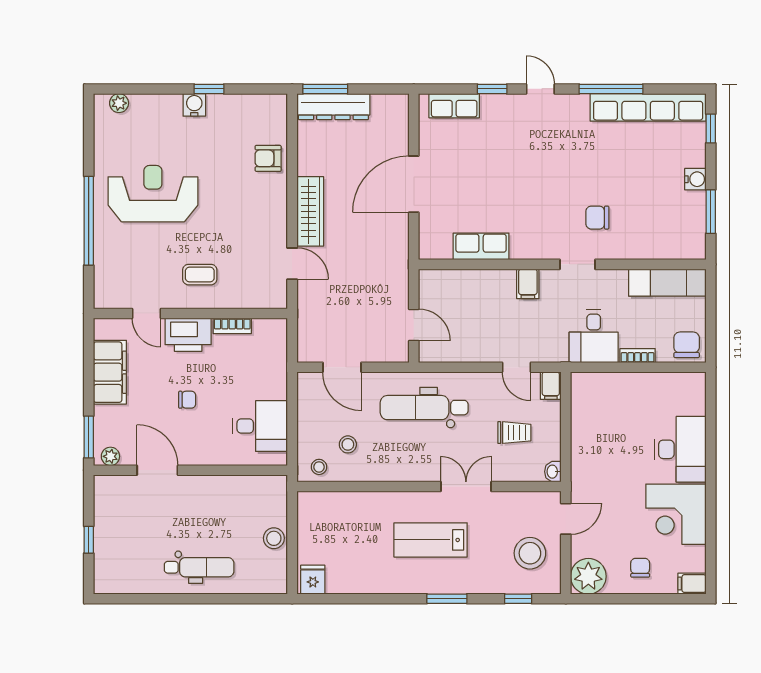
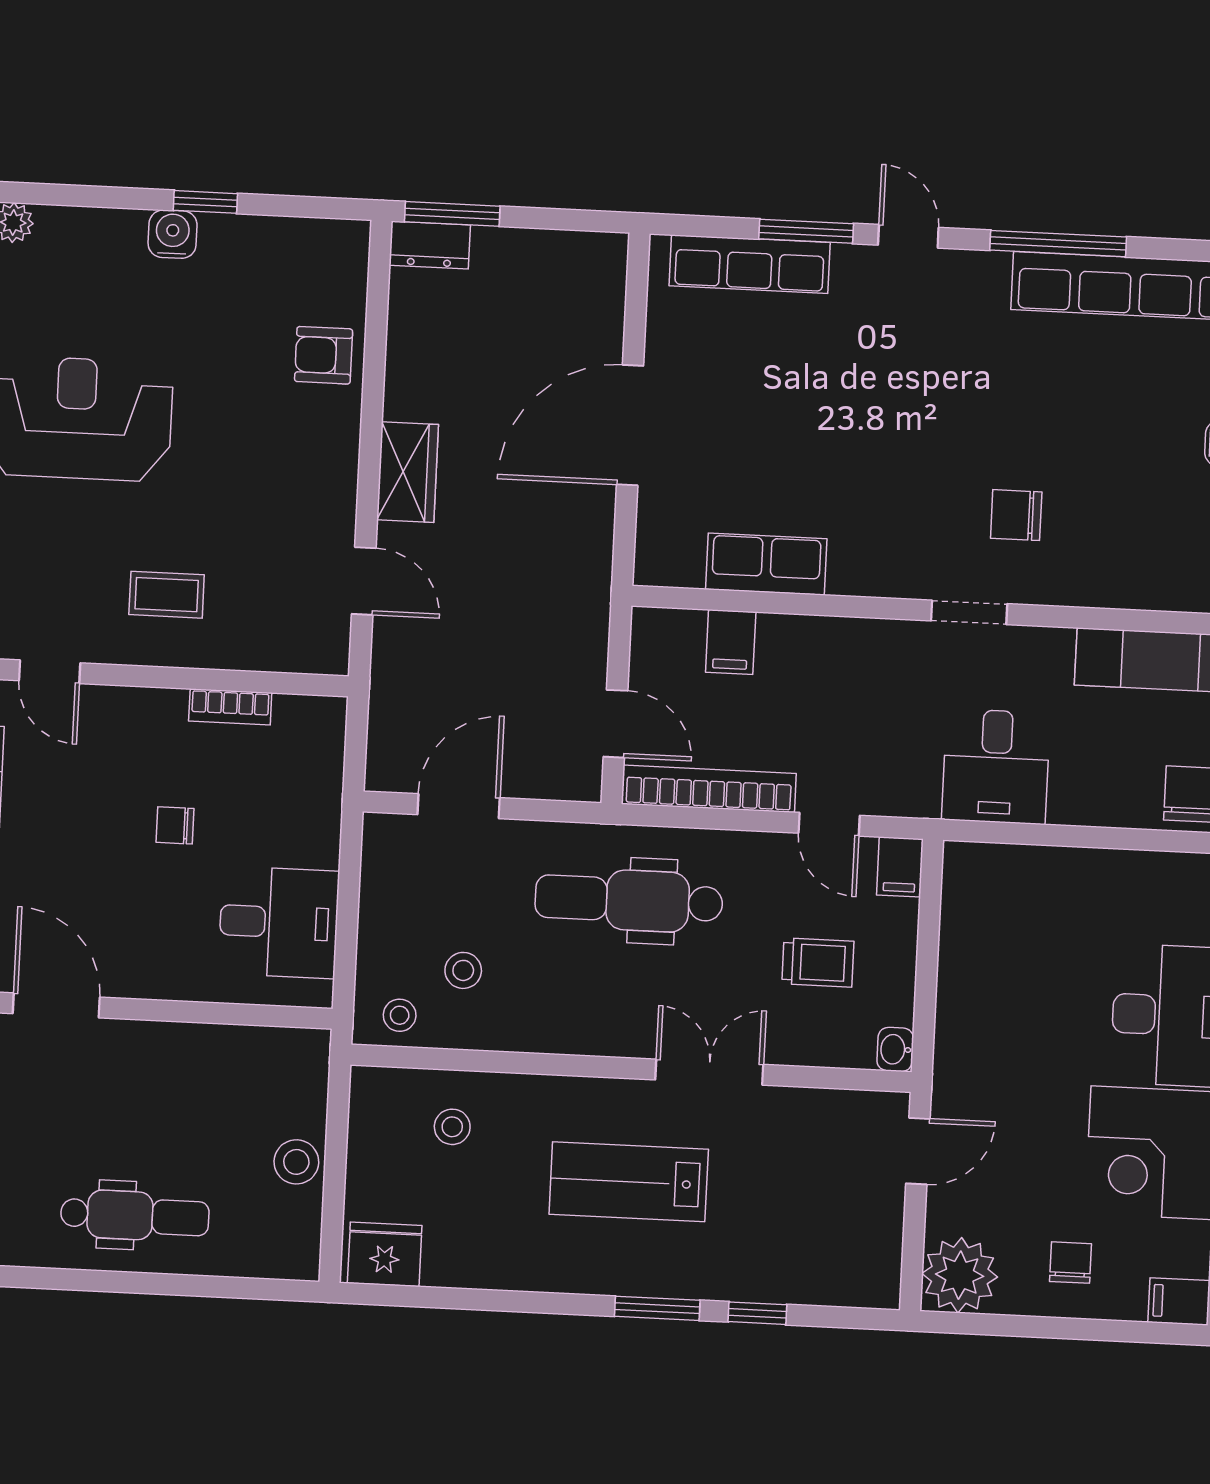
window: (492, 89) -> (806, 231), width x1.50
row of seats: (454, 106) -> (750, 264), width x1.48
dresser: (333, 107) -> (430, 245), width x0.51, depth x0.80
wardrobe: (310, 211) -> (408, 472), width x0.67
filing cabinet: (528, 284) -> (731, 642), moved
printer: (188, 335) -> (136, 721), removed
bookcase: (638, 356) -> (709, 789), moved, width x2.31, depth x1.31
door: (342, 367) -> (459, 806), swing flipped
chair: (187, 400) -> (175, 825), moved, turned 180
stool: (530, 553) -> (452, 1127), moved, width x0.53, depth x0.53
fridge: (313, 580) -> (385, 1254), width x1.38
window: (518, 599) -> (757, 1313), moved

